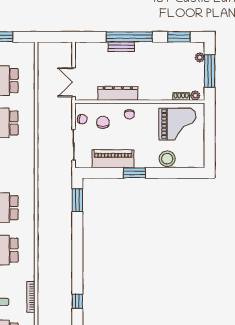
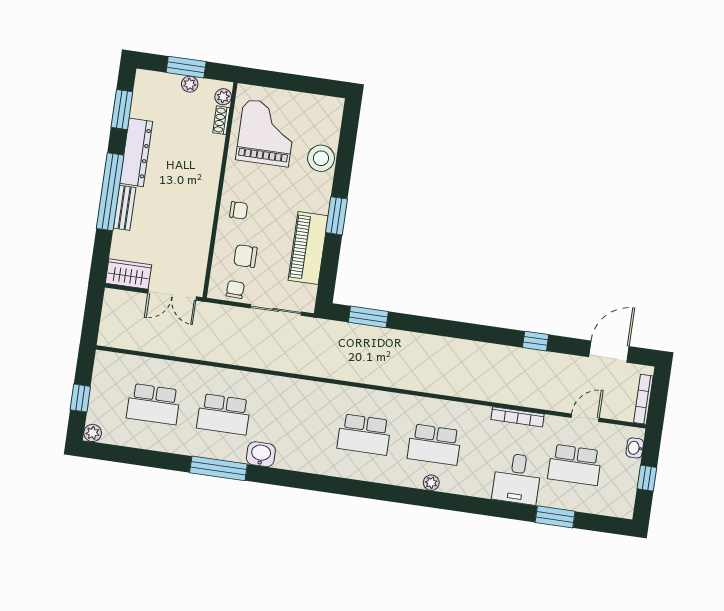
wardrobe: (82, 55) -> (128, 274), added
plant: (200, 57) -> (190, 84), moved
window: (210, 71) -> (186, 67), width x0.69
dresser: (118, 93) -> (136, 152), moved, turned 180

